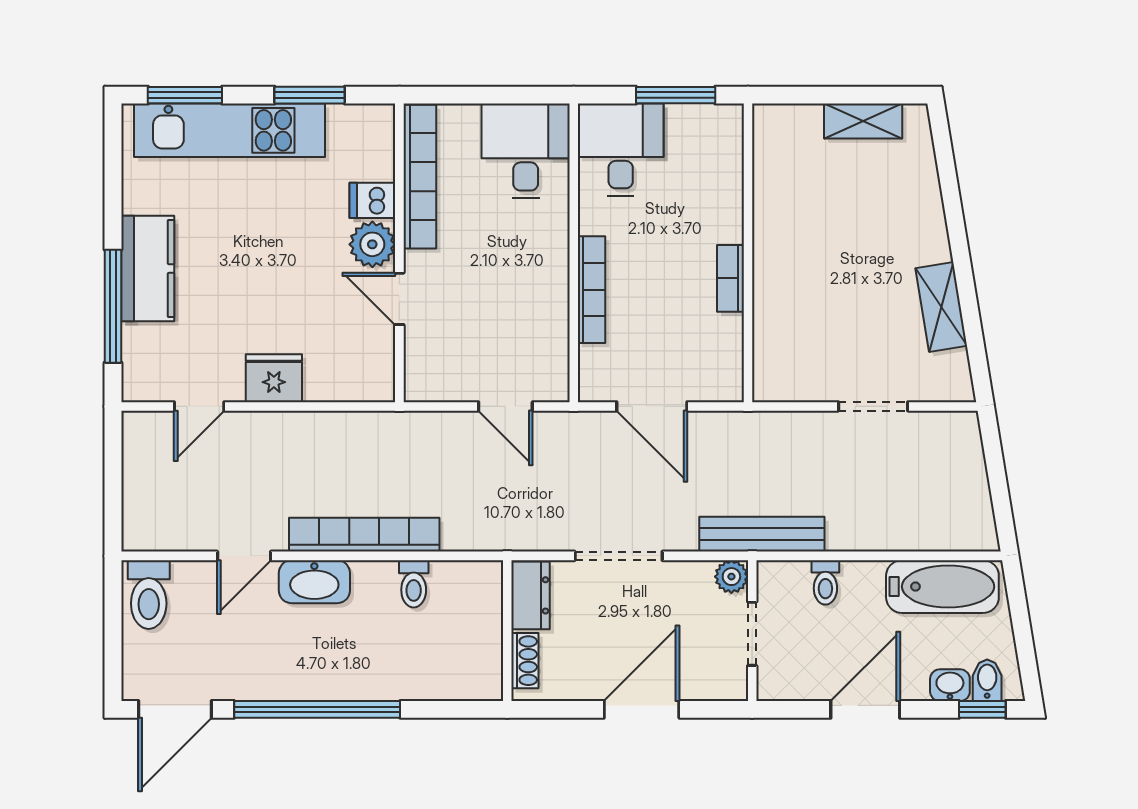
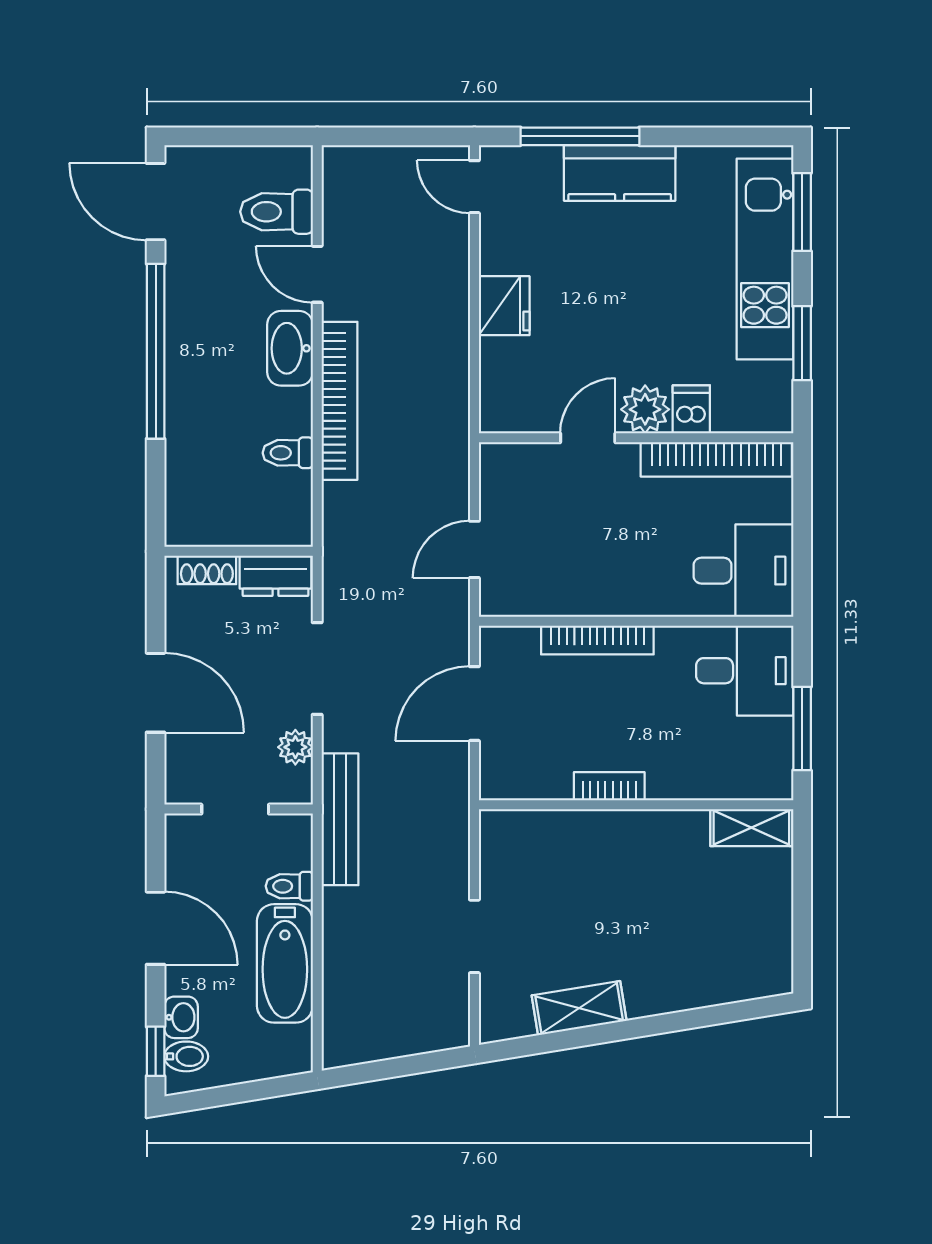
shelving: (863, 121) -> (751, 828), moved, turned 90
door: (199, 406) -> (474, 187), moved
plant: (731, 577) -> (295, 747), moved
bathtub: (942, 587) -> (285, 963), moved
toilet: (149, 595) -> (276, 212), moved

